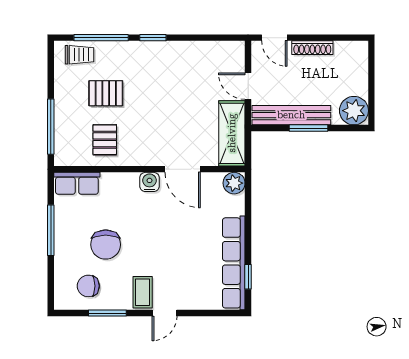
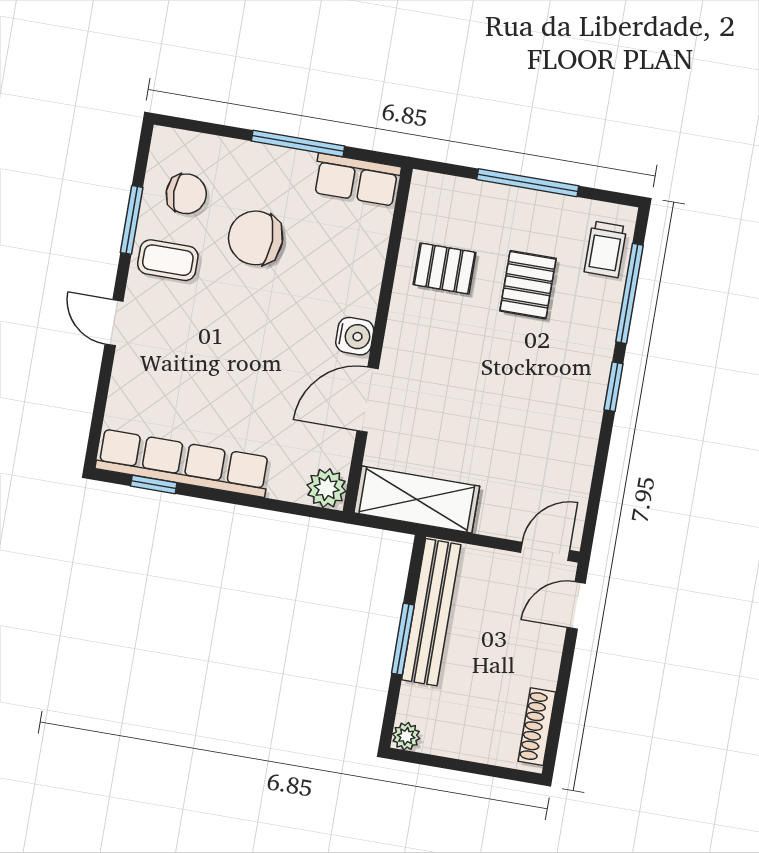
shoe rack: (312, 48) -> (537, 727), moved
door: (248, 86) -> (545, 551), moved
plant: (354, 111) -> (406, 736), width x0.53, depth x0.53
window: (51, 127) -> (528, 183), moved
row of seats: (77, 183) -> (357, 180), moved, turned -90
chair: (88, 286) -> (186, 194), turned 90
coffee table: (143, 292) -> (168, 260), moved

